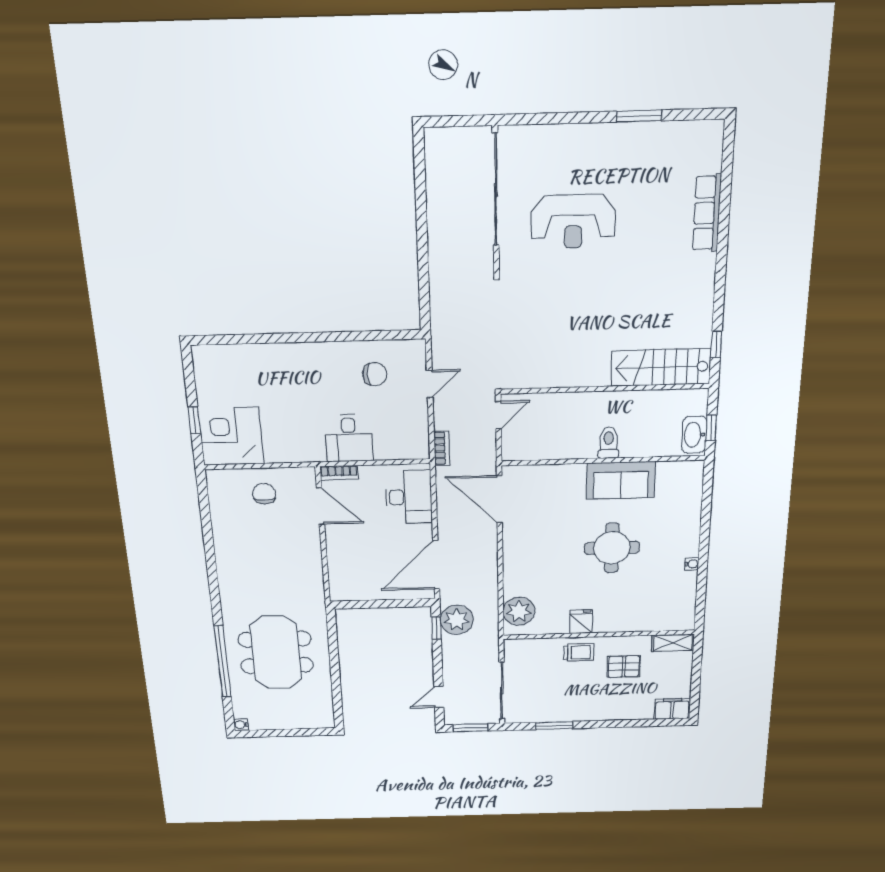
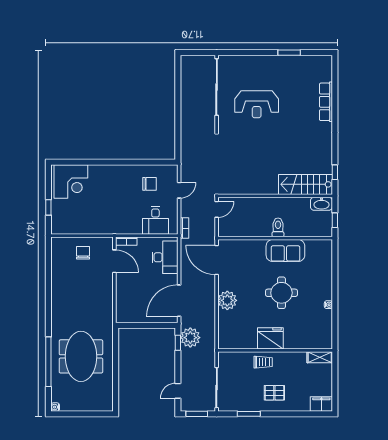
washbasin: (694, 435) -> (321, 204), moved, turned -90
corner desk: (231, 436) -> (71, 181), moved, turned 180
desk: (349, 438) -> (155, 221), moved
plant: (519, 611) -> (227, 300), moved
fridge: (581, 622) -> (270, 338), width x1.88, depth x1.34
pallet: (624, 667) -> (274, 393), moved

